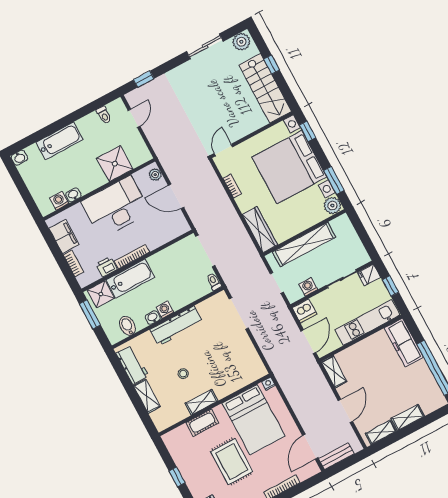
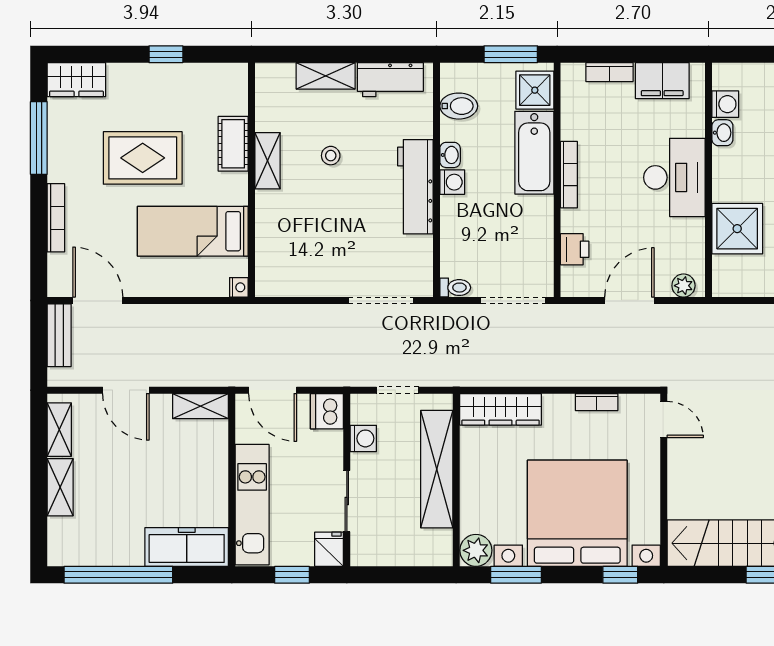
desk: (116, 207) -> (674, 177), width x0.73, depth x0.77
printer: (106, 267) -> (575, 249), moved
bed: (254, 420) -> (193, 231), width x0.67

